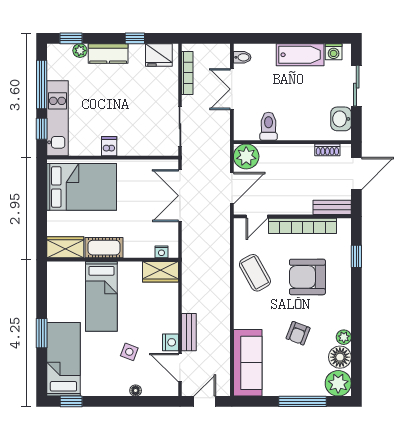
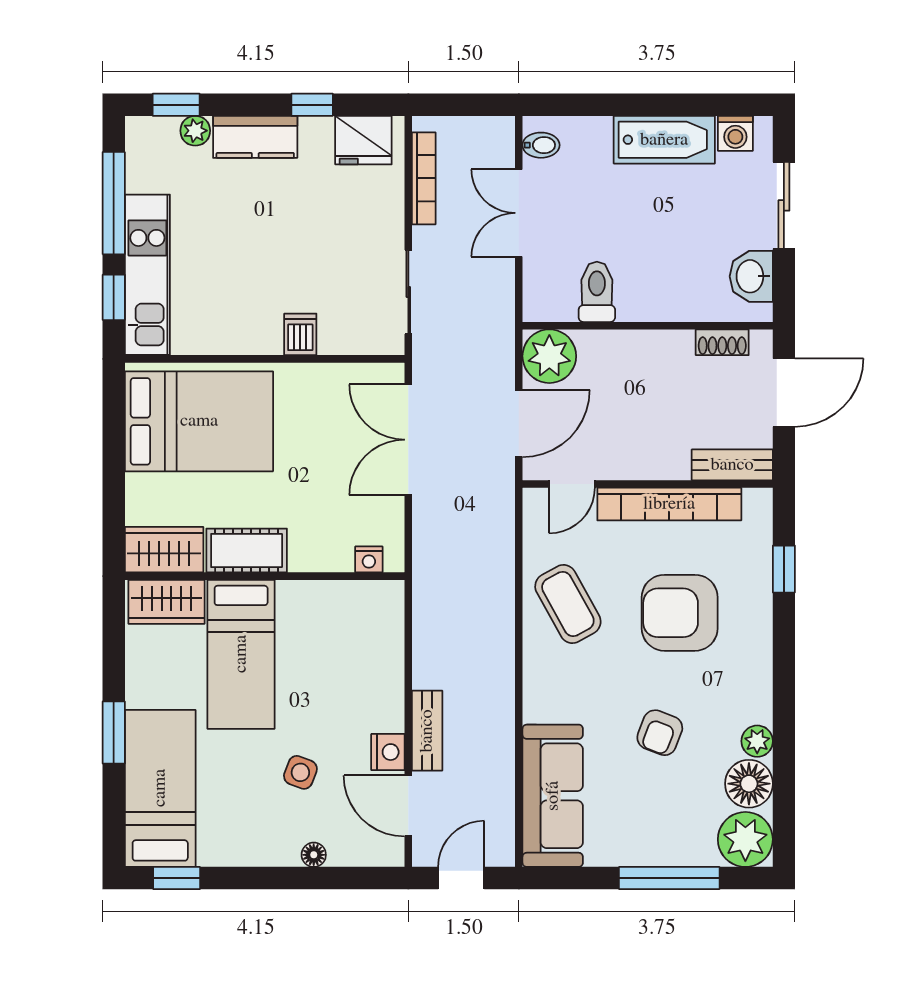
dishwasher: (109, 146) -> (300, 334), moved
wardrobe: (160, 272) -> (166, 602), moved

